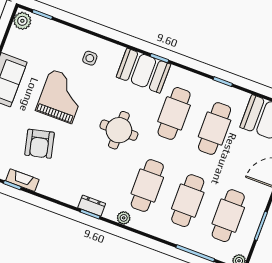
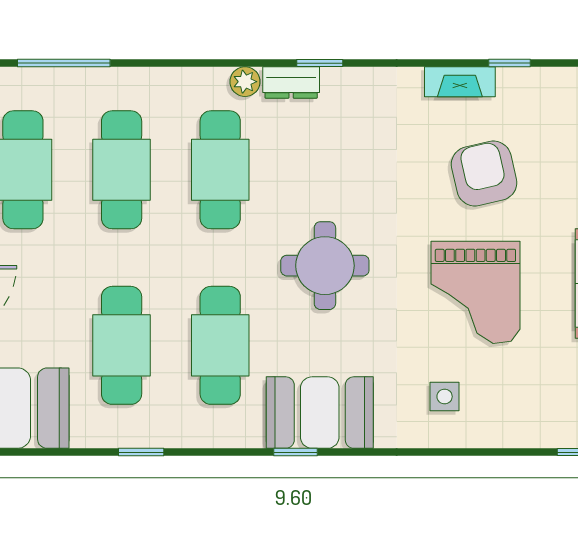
fireplace: (22, 180) -> (460, 82), moved
dresser: (92, 206) -> (291, 83), moved

